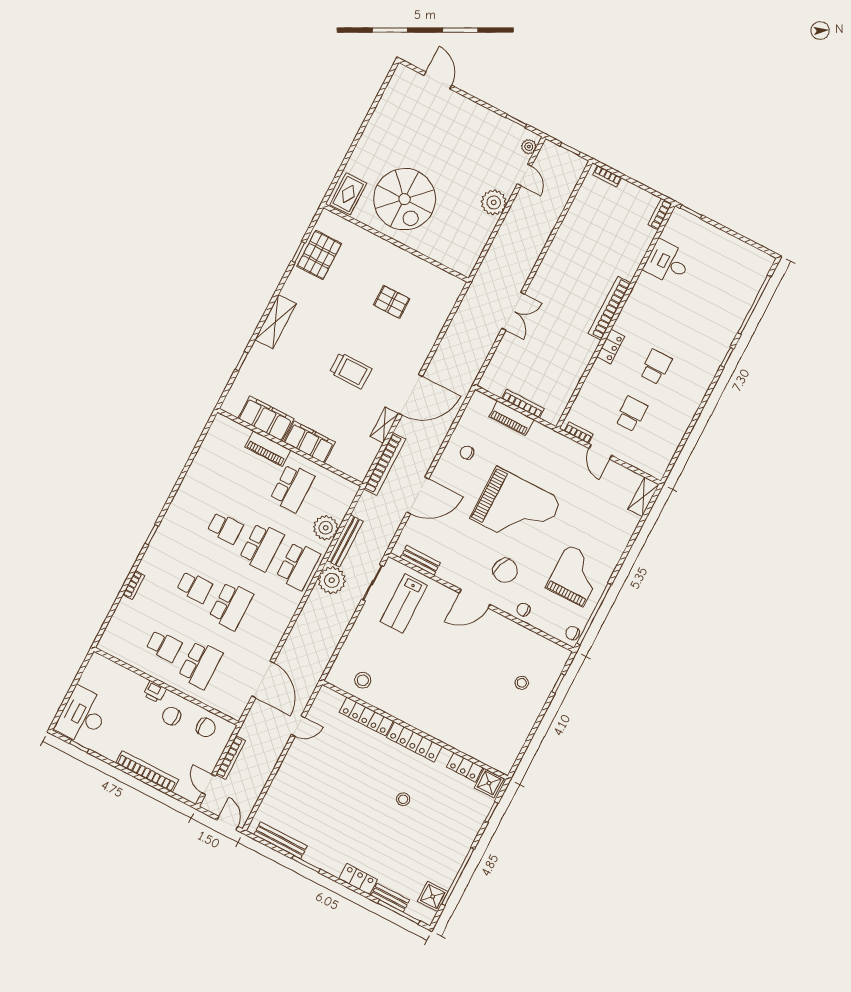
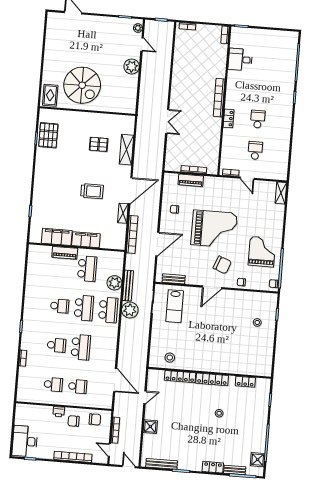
shelving: (276, 322) -> (126, 150), moved
school desk: (201, 665) -> (78, 386), width x0.54
shower: (489, 783) -> (150, 427), moved

